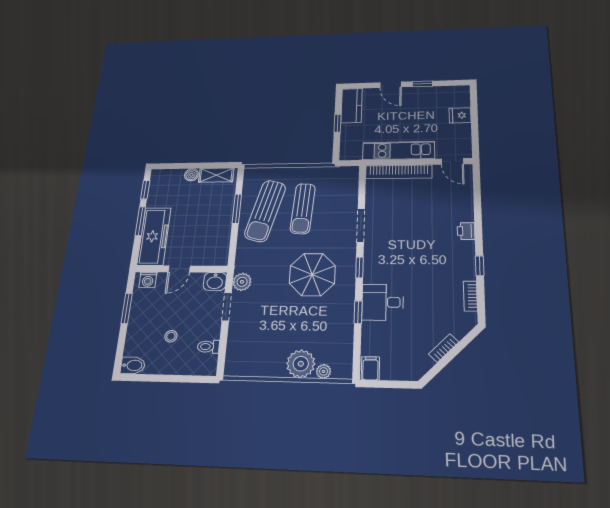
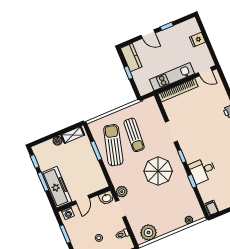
sun lounger: (265, 211) -> (113, 145), turned 180
plant: (301, 364) -> (149, 233), moved

